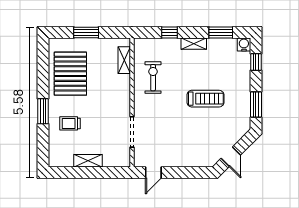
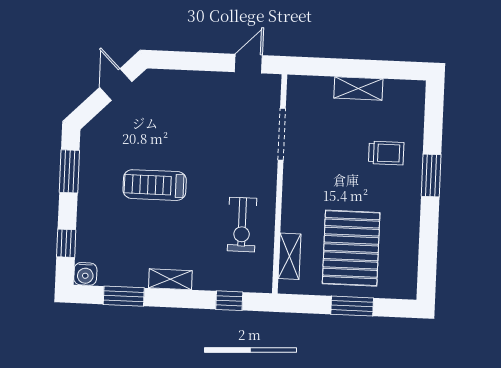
window: (169, 33) -> (229, 301), moved
pallet: (70, 74) -> (351, 248), moved

